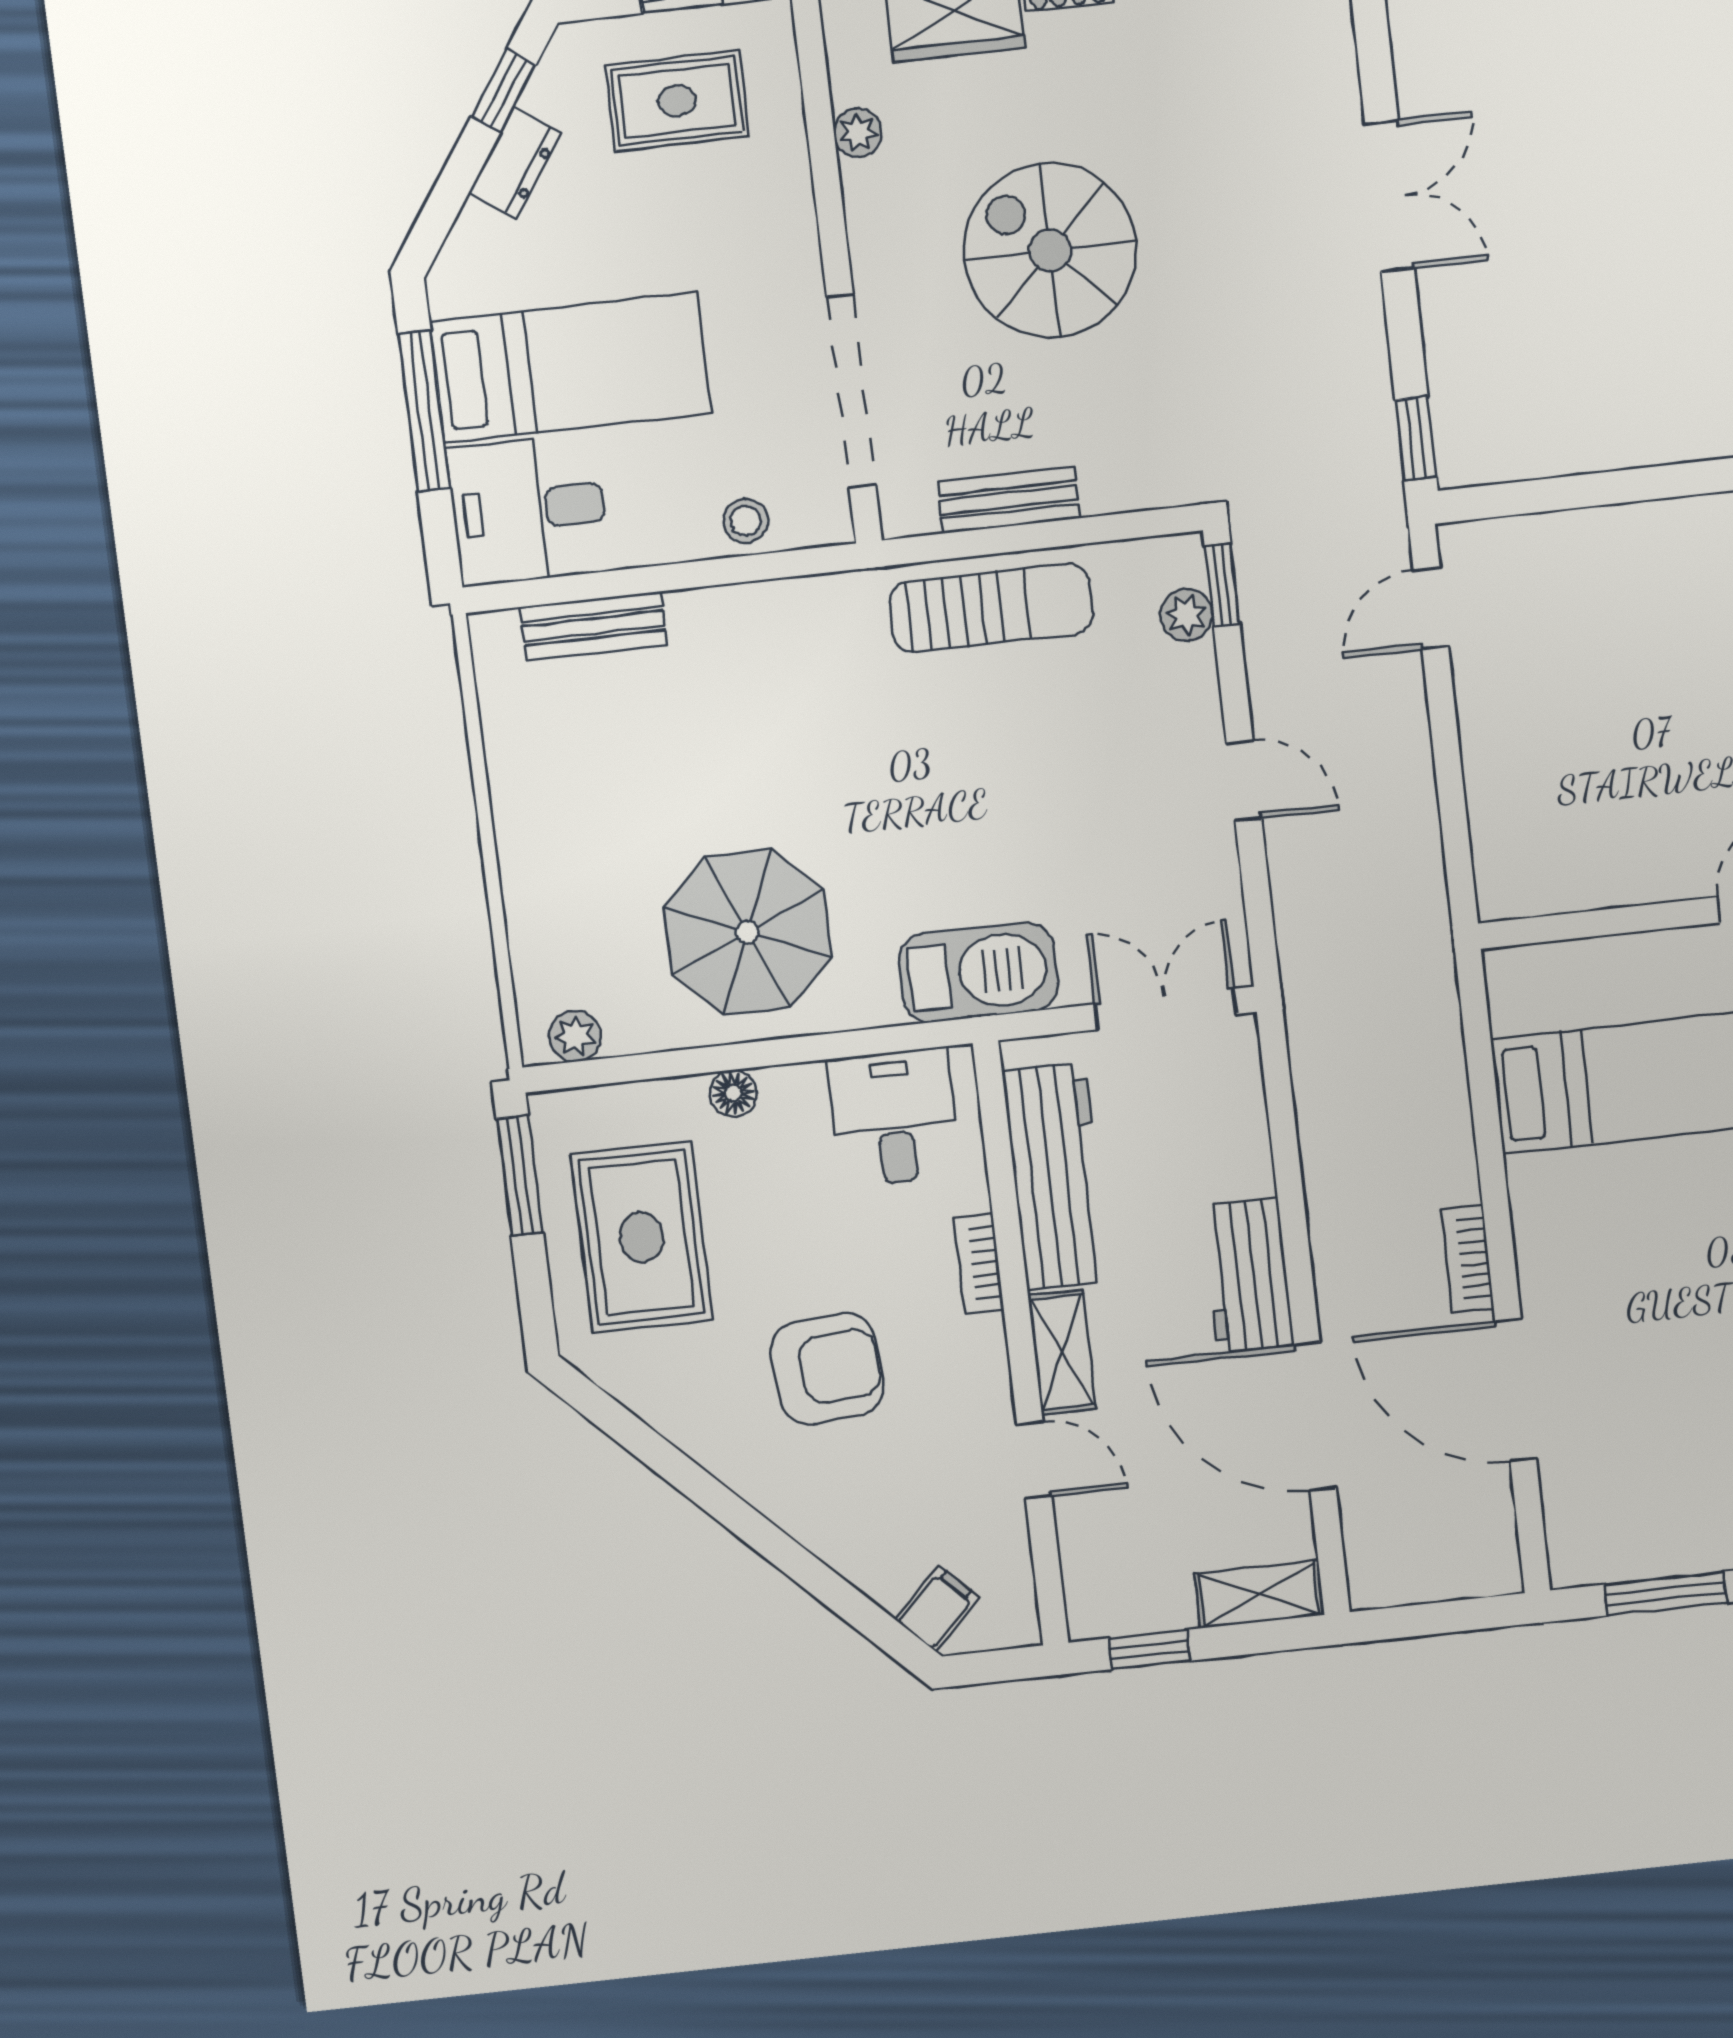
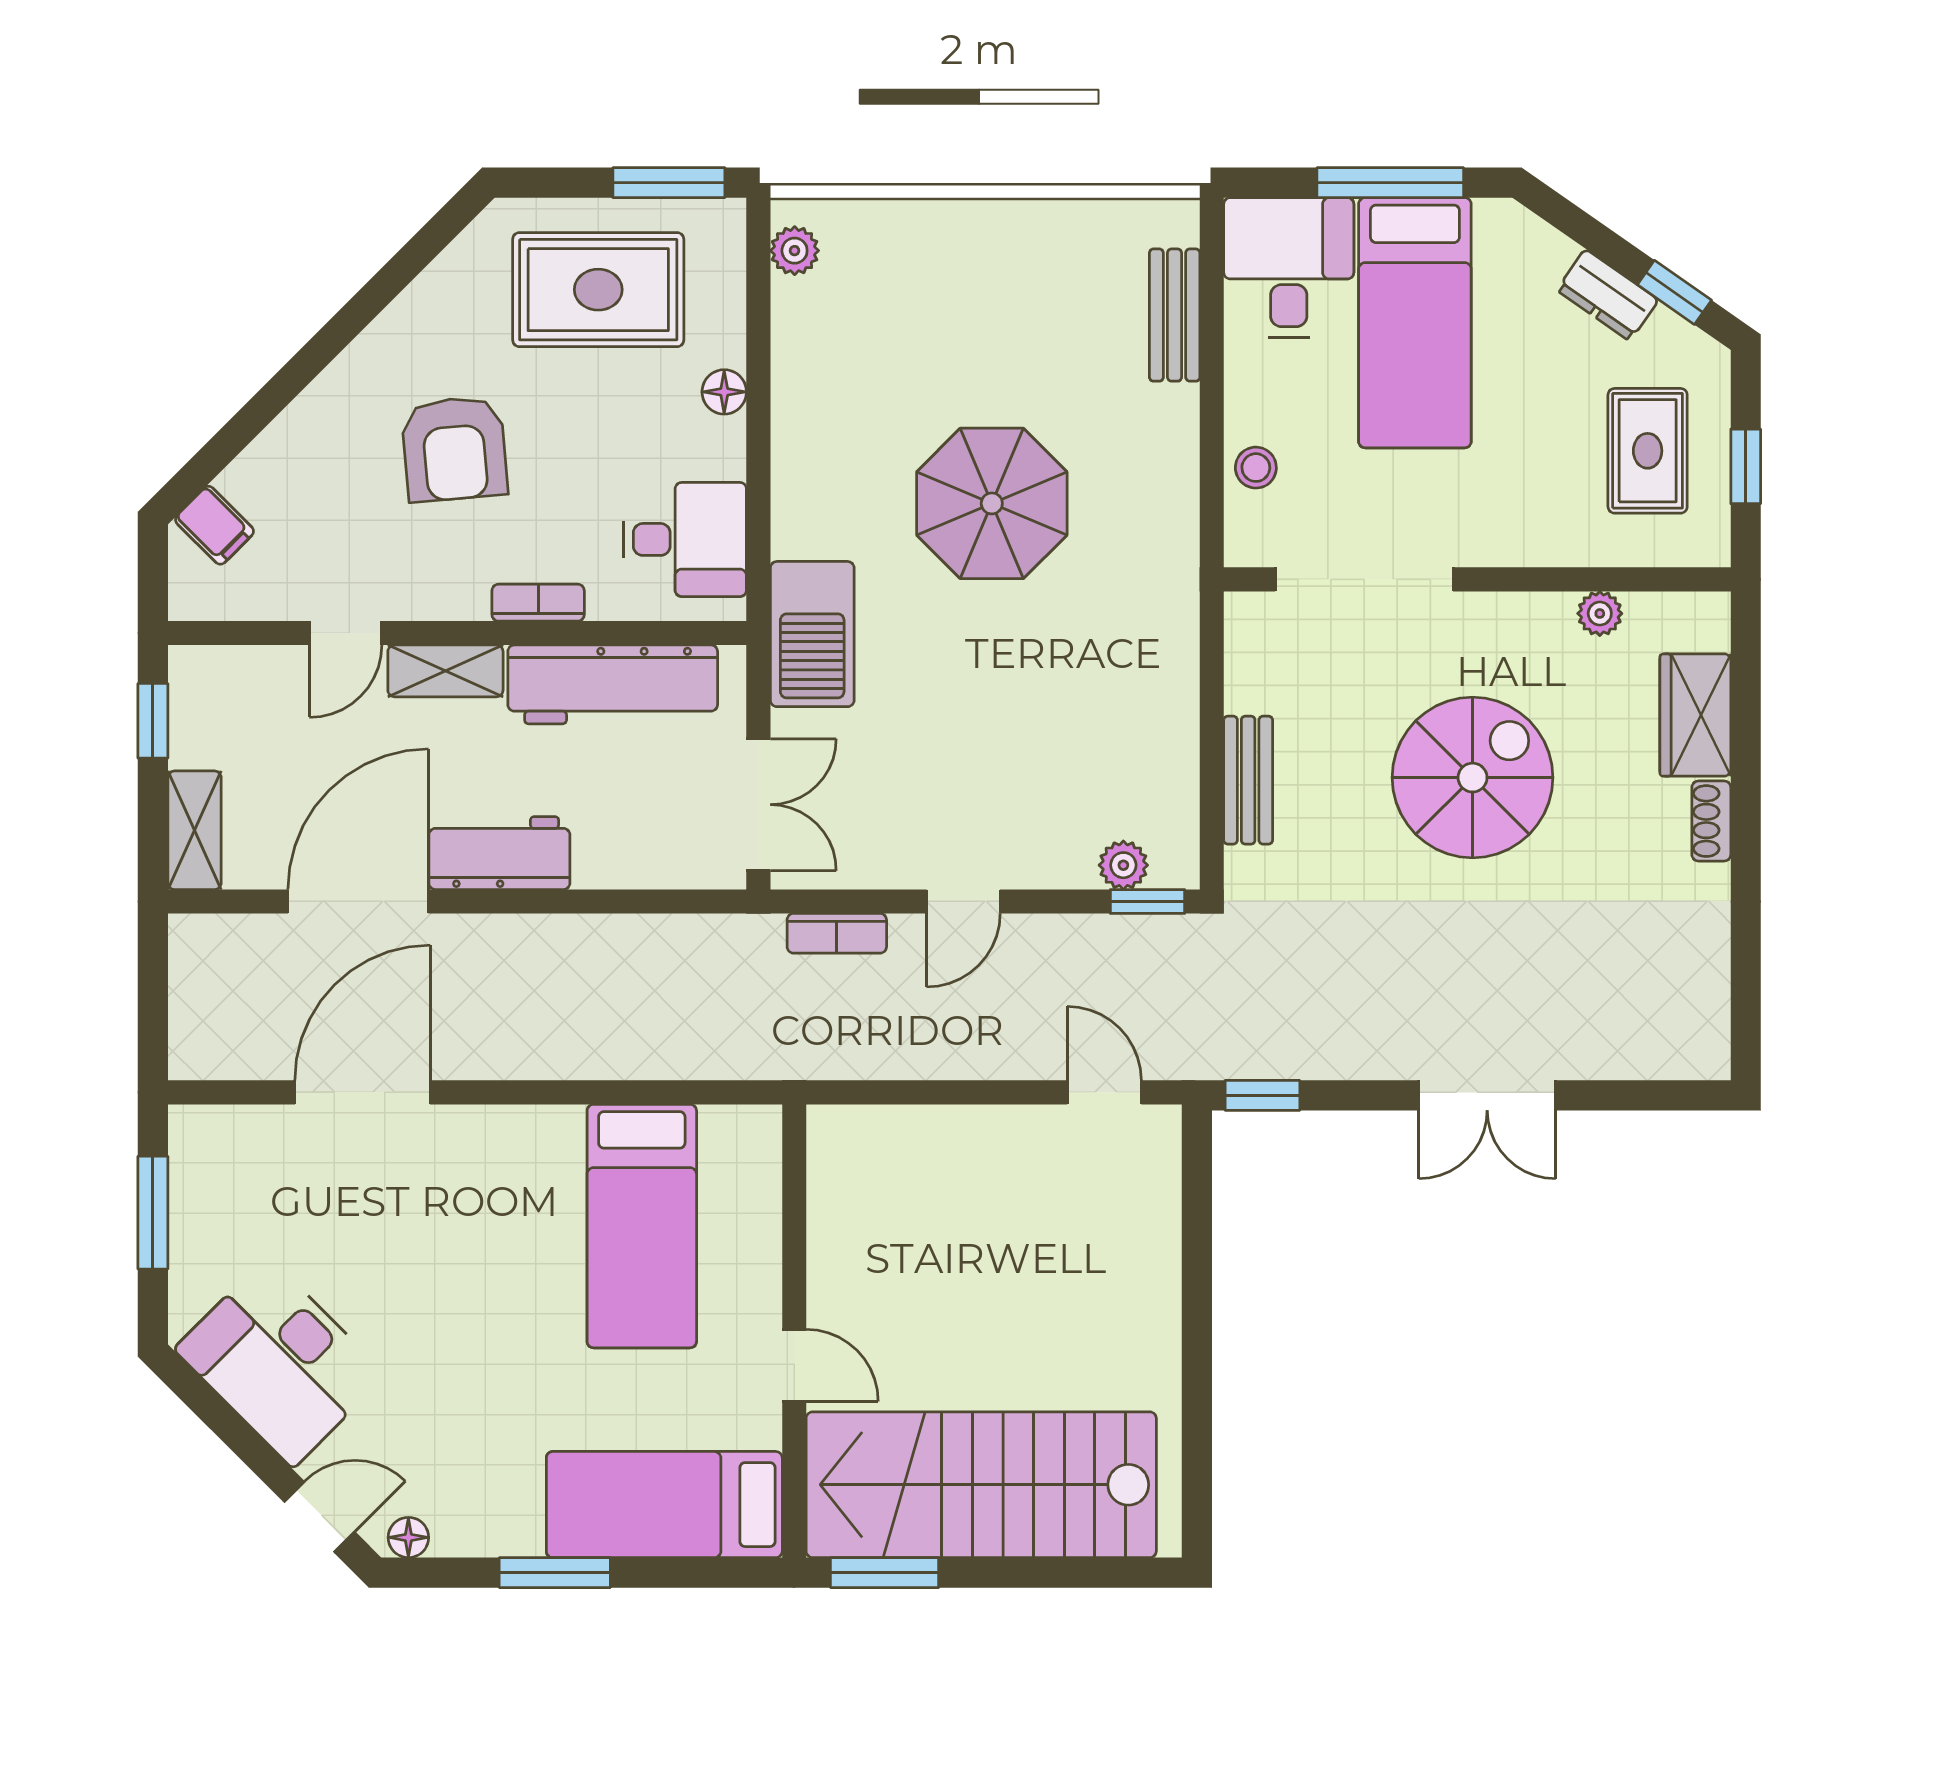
bench: (1009, 500) -> (1248, 780), moved
sun lounger: (991, 608) -> (1150, 685), removed
parasol: (747, 932) -> (992, 503), moved
bookcase: (1467, 1259) -> (837, 933), moved, turned 180

